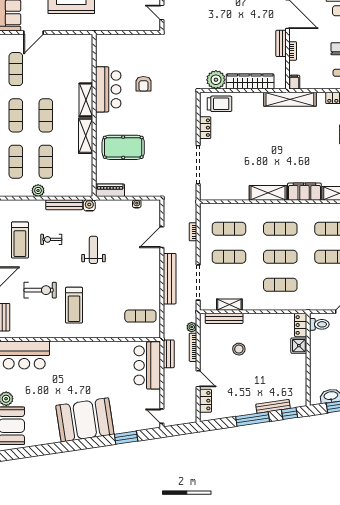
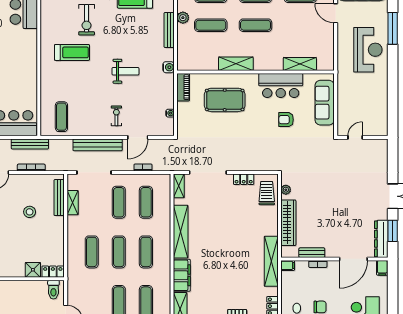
bench: (281, 43) -> (312, 253), moved
sofa: (126, 44) -> (325, 103), added
plant: (216, 80) -> (286, 190), width x0.53, depth x0.53
shelving: (86, 100) -> (300, 64), moved
trolley: (219, 104) -> (267, 193), turned 180
pool table: (123, 147) -> (225, 100), turned 90
shelving: (268, 193) -> (181, 232), width x1.47
shelving: (212, 195) -> (179, 186), added
bench: (64, 205) -> (169, 30), moved
door: (162, 237) -> (138, 137), swing flipped
exercise bike: (51, 239) -> (116, 116), moved
treadmill: (74, 305) -> (72, 52), turned 180
plant: (192, 327) -> (51, 166), removed
bench: (169, 354) -> (30, 144), width x1.36

